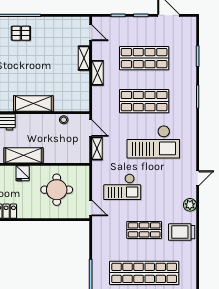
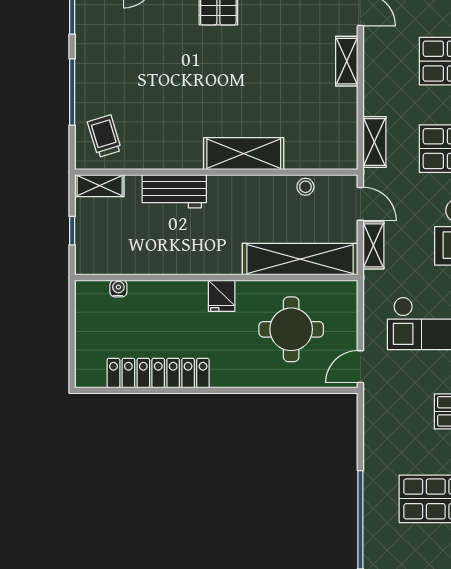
shelving: (97, 73) -> (374, 142), moved
shelving: (24, 155) -> (300, 259), moved, width x1.47
door: (91, 208) -> (360, 367), swing flipped

